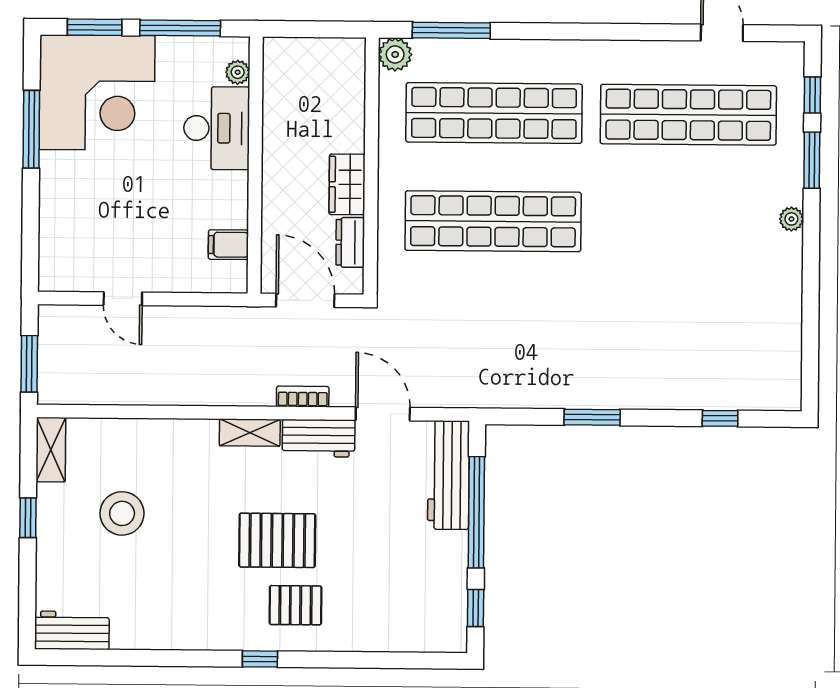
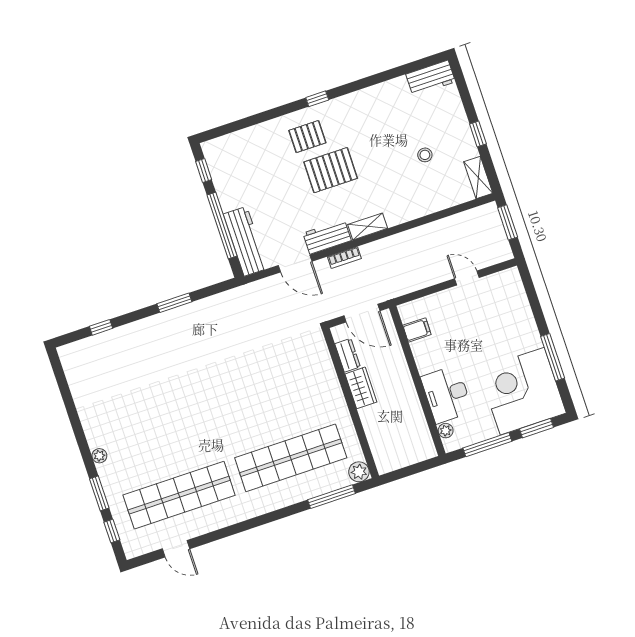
shop shelf: (493, 221) -> (270, 396), removed
stool: (122, 513) -> (425, 155), width x0.53, depth x0.53

